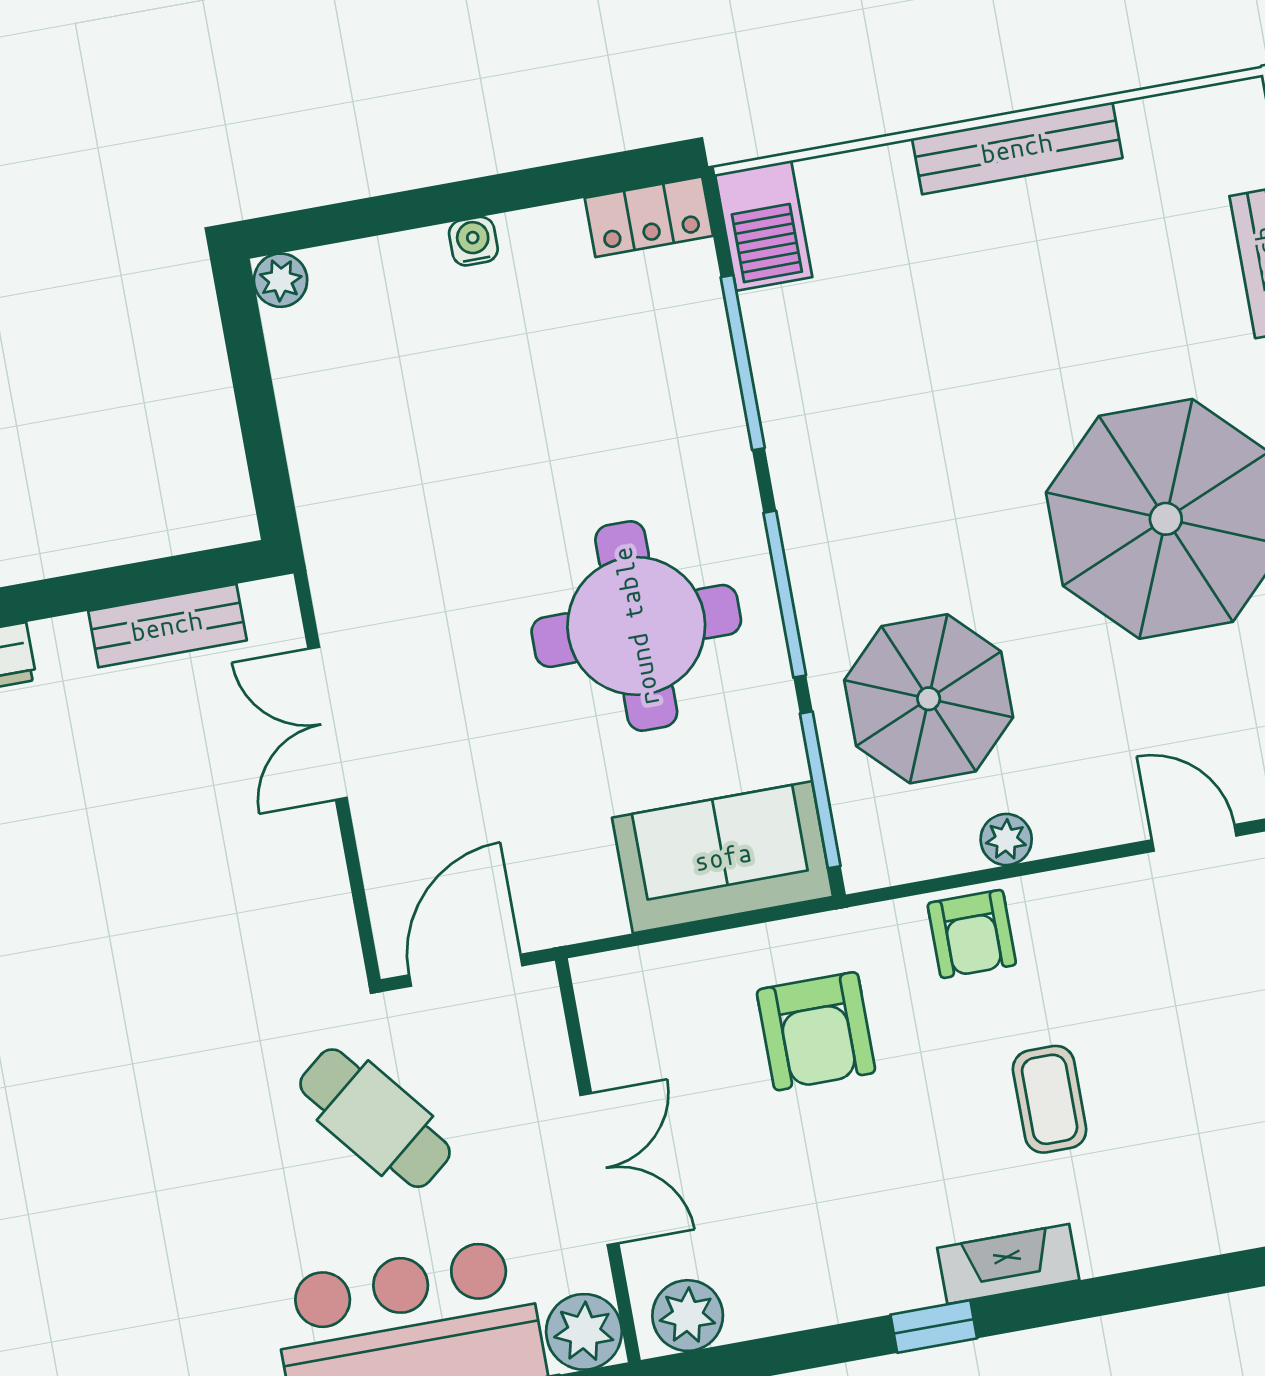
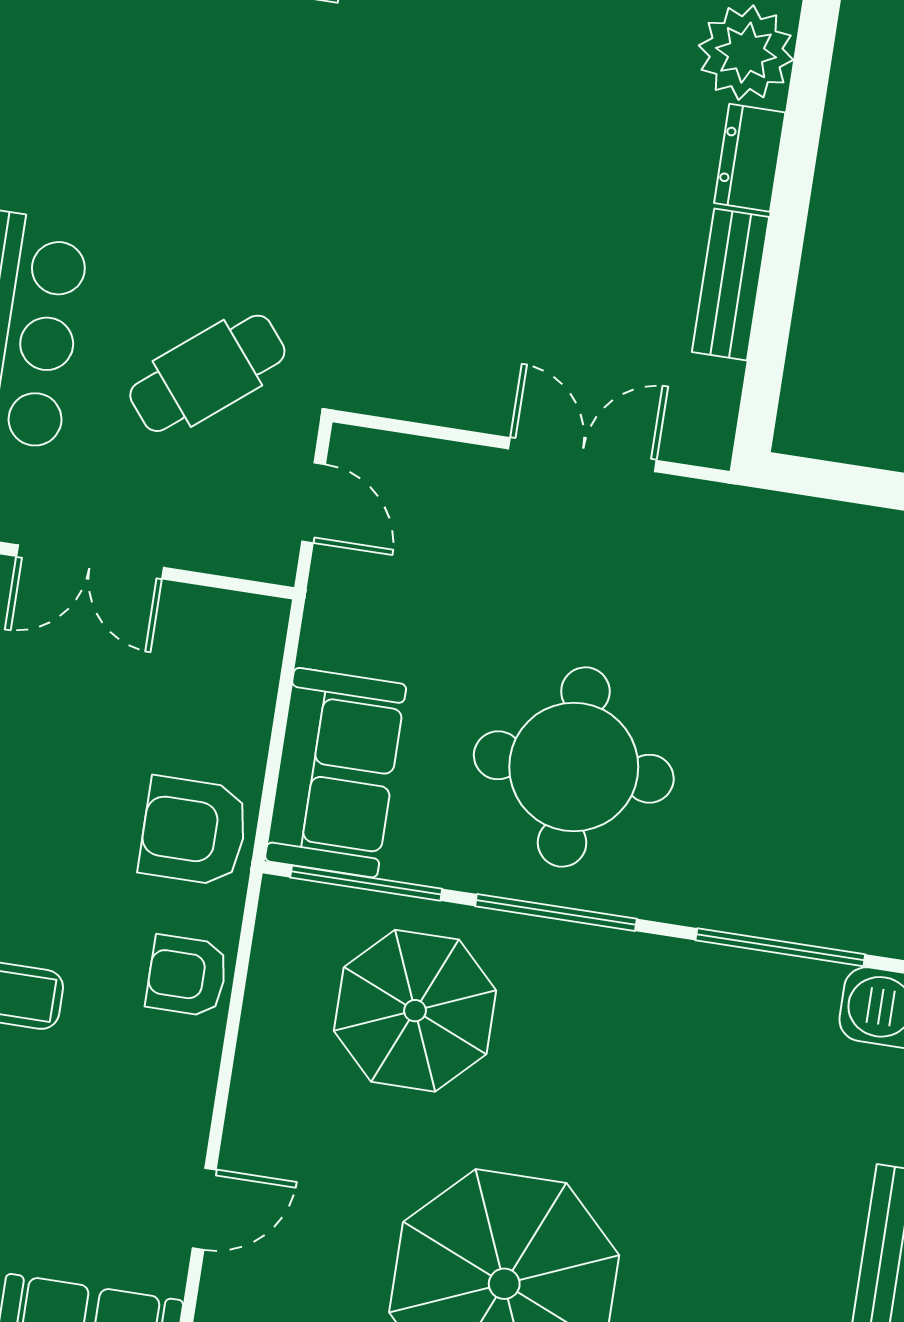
bench: (167, 626) -> (731, 284), moved
plant: (1006, 839) -> (262, 1037), removed
door: (466, 970) -> (314, 503), width x0.73
armchair: (816, 1031) -> (194, 831), moved

